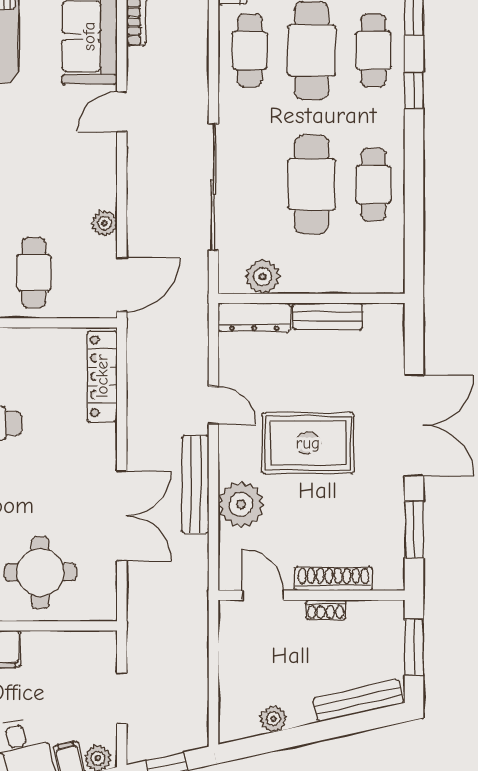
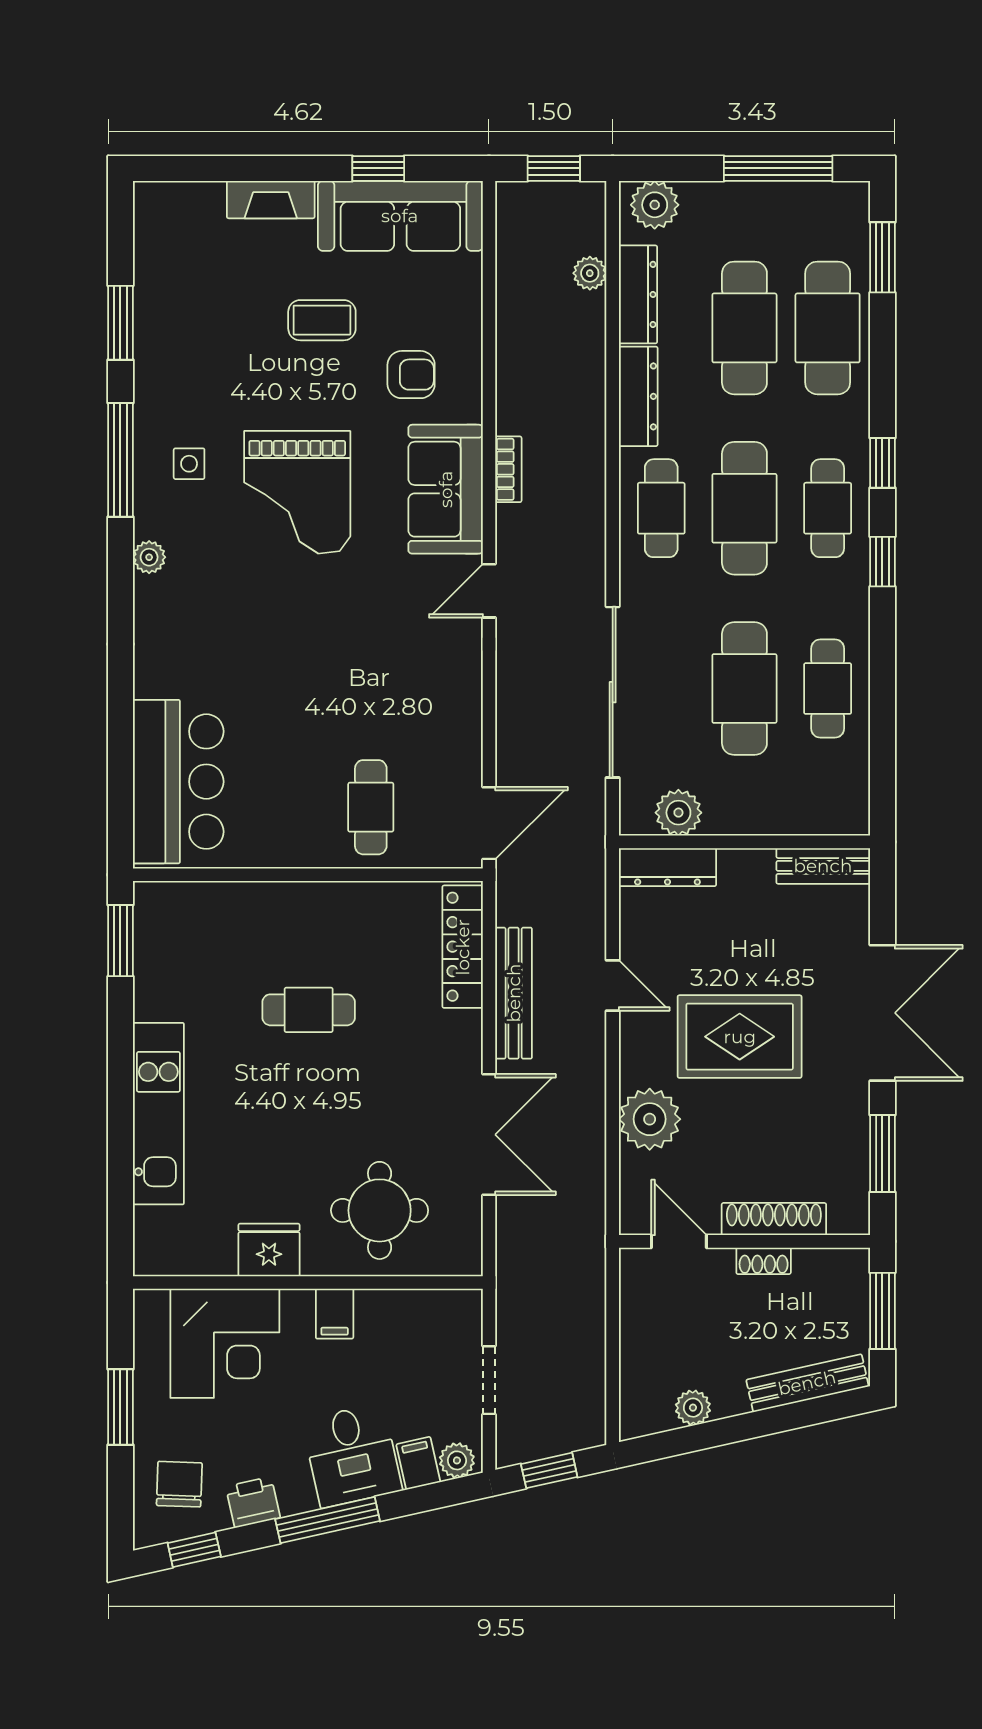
plant: (104, 223) -> (466, 741), removed
bench: (328, 316) -> (823, 866), moved
bench: (195, 484) -> (514, 993), moved

